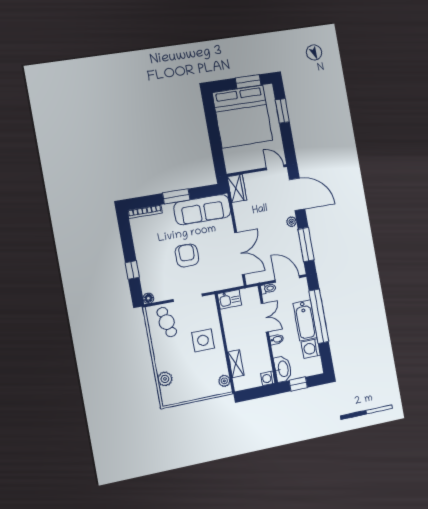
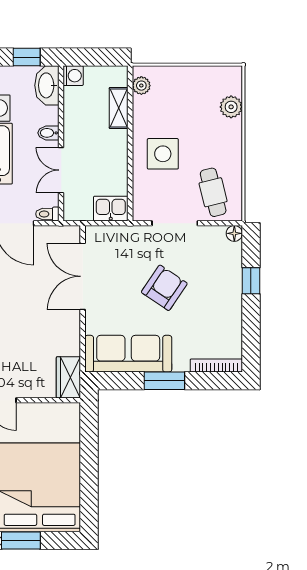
armchair: (187, 255) -> (164, 288), turned -146

